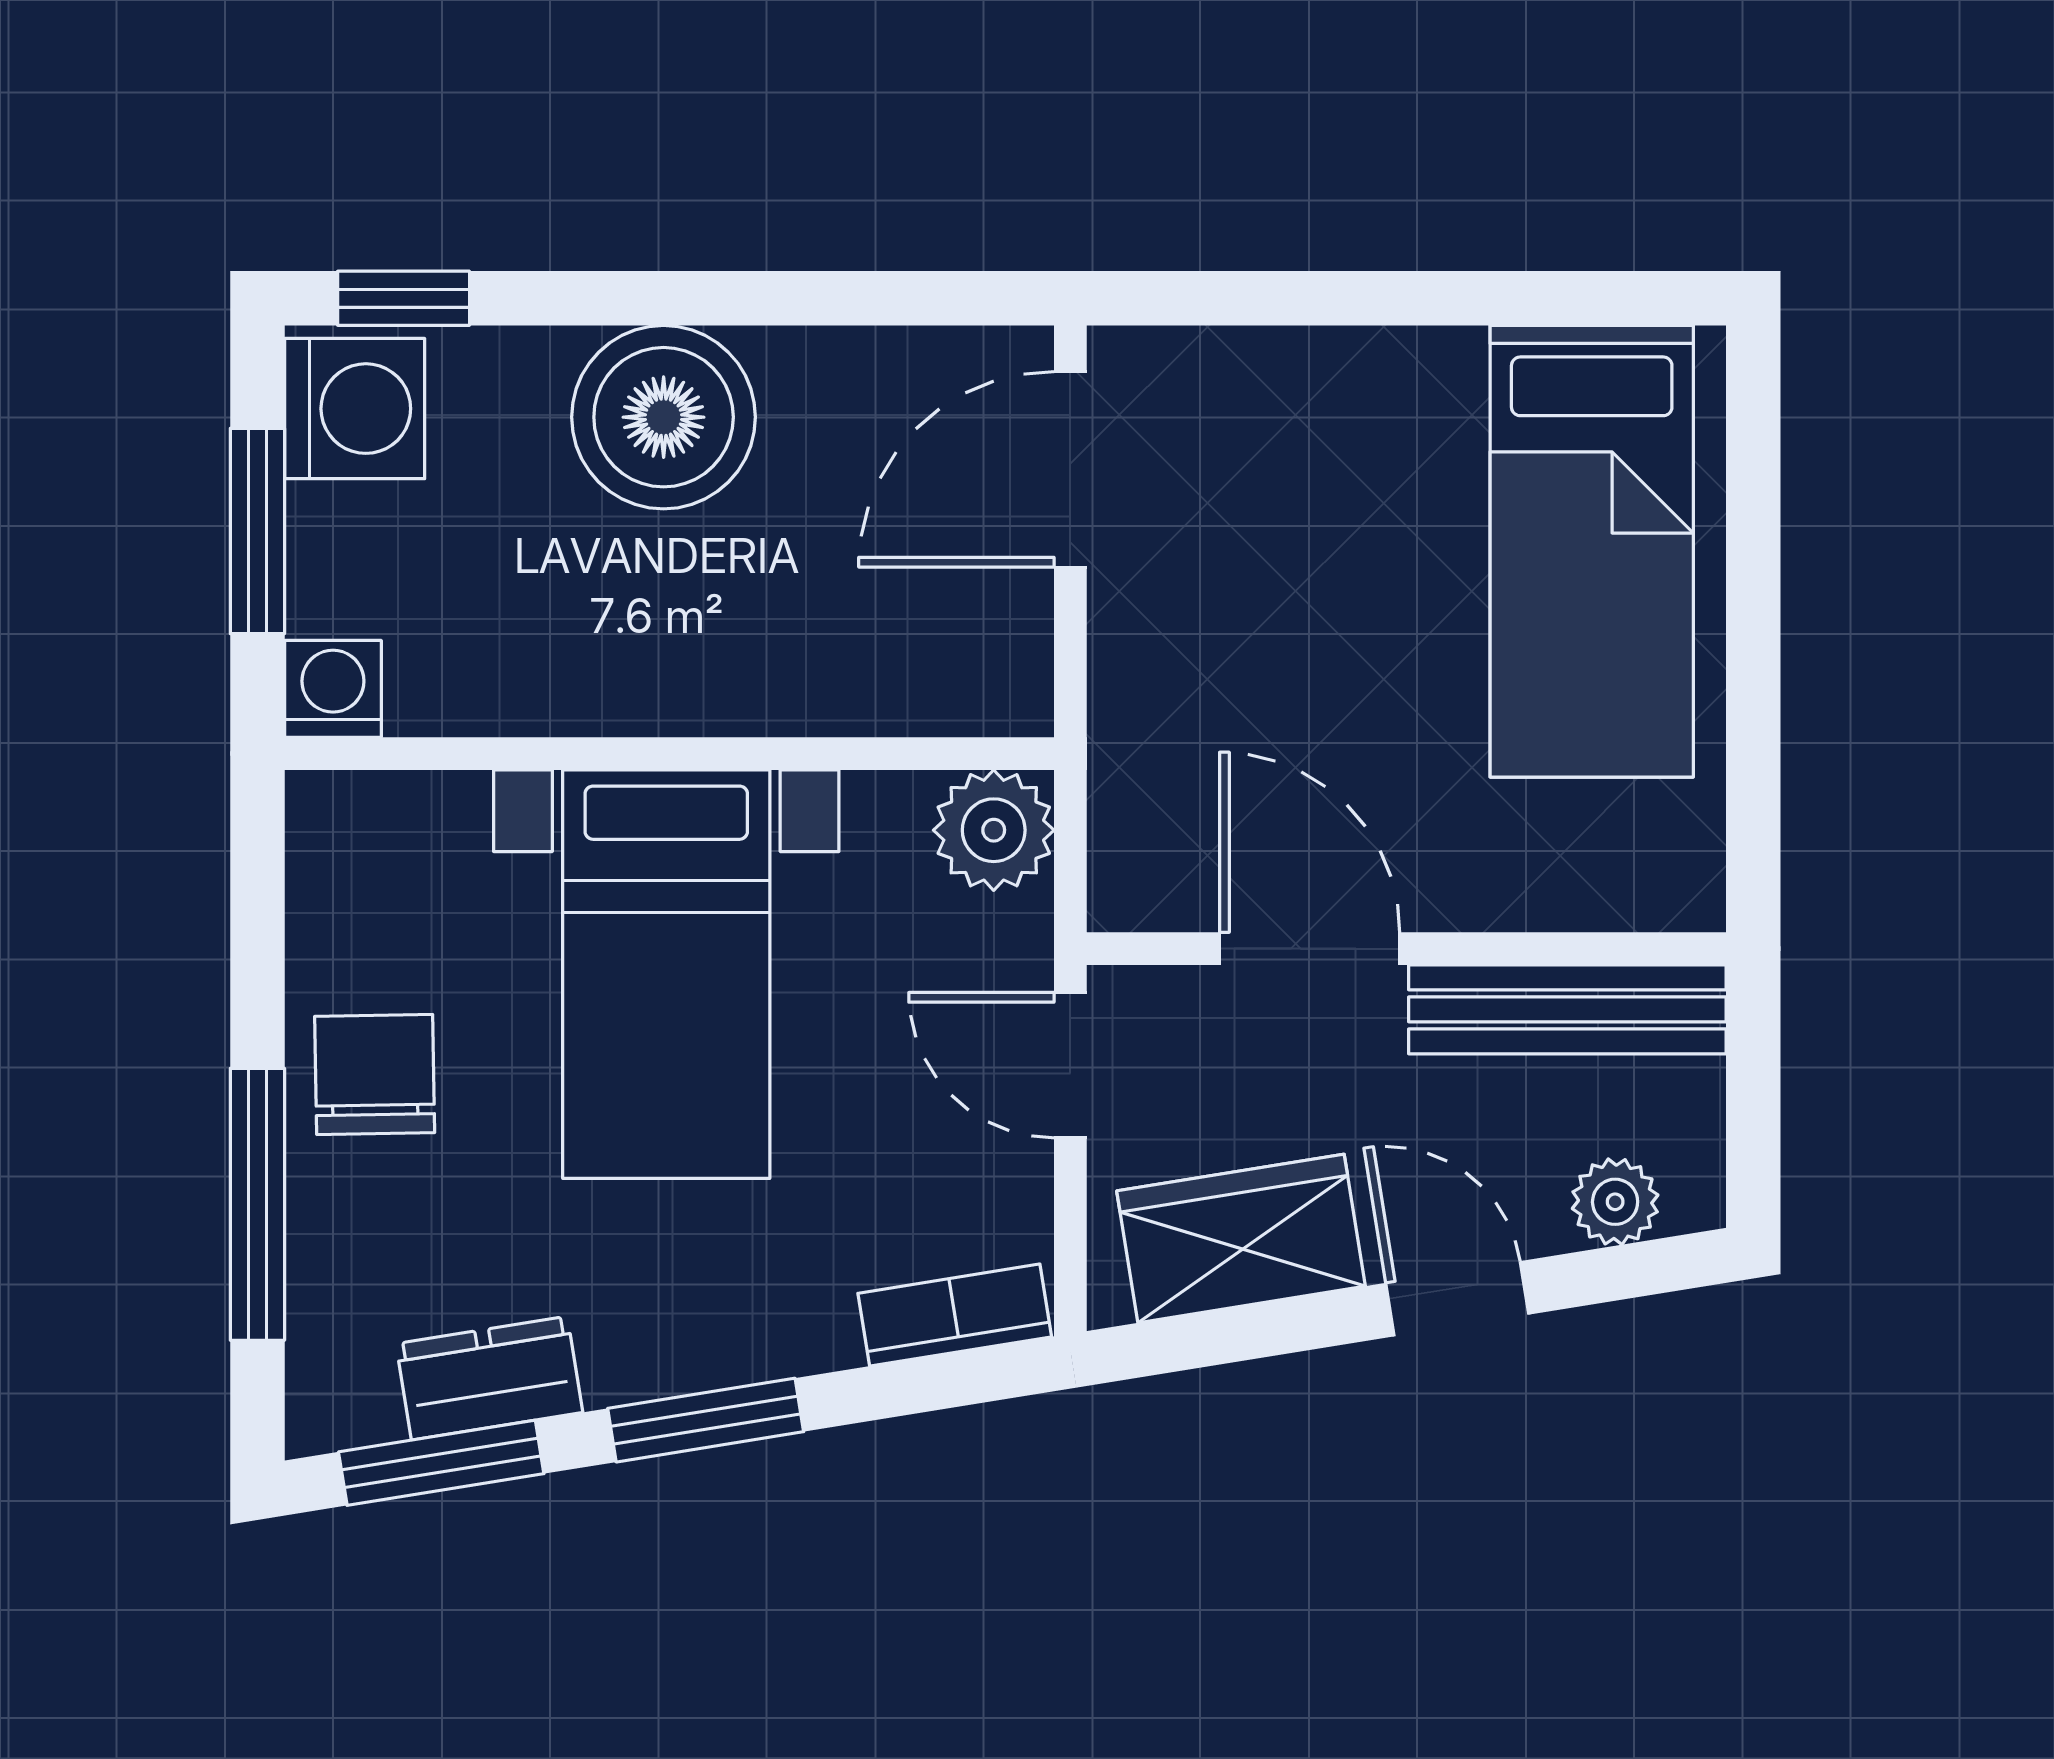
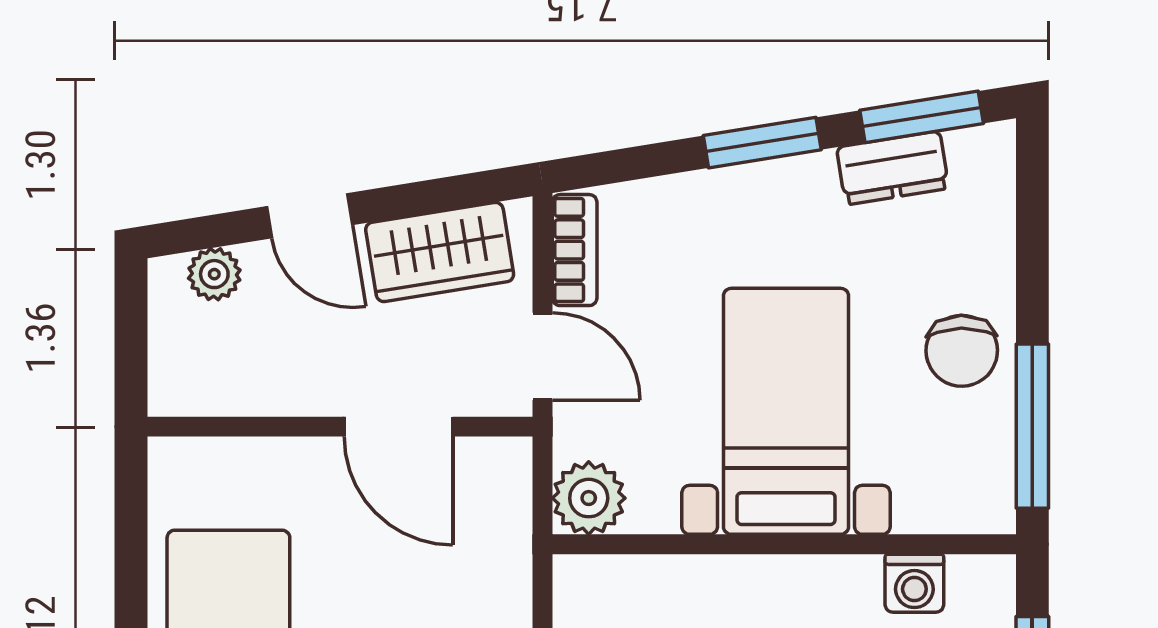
washing machine: (333, 689) -> (914, 583), moved
bench: (1567, 1009) -> (243, 390), removed
window: (257, 1204) -> (1032, 426), moved
bookcase: (955, 1315) -> (575, 250), moved, turned -81

